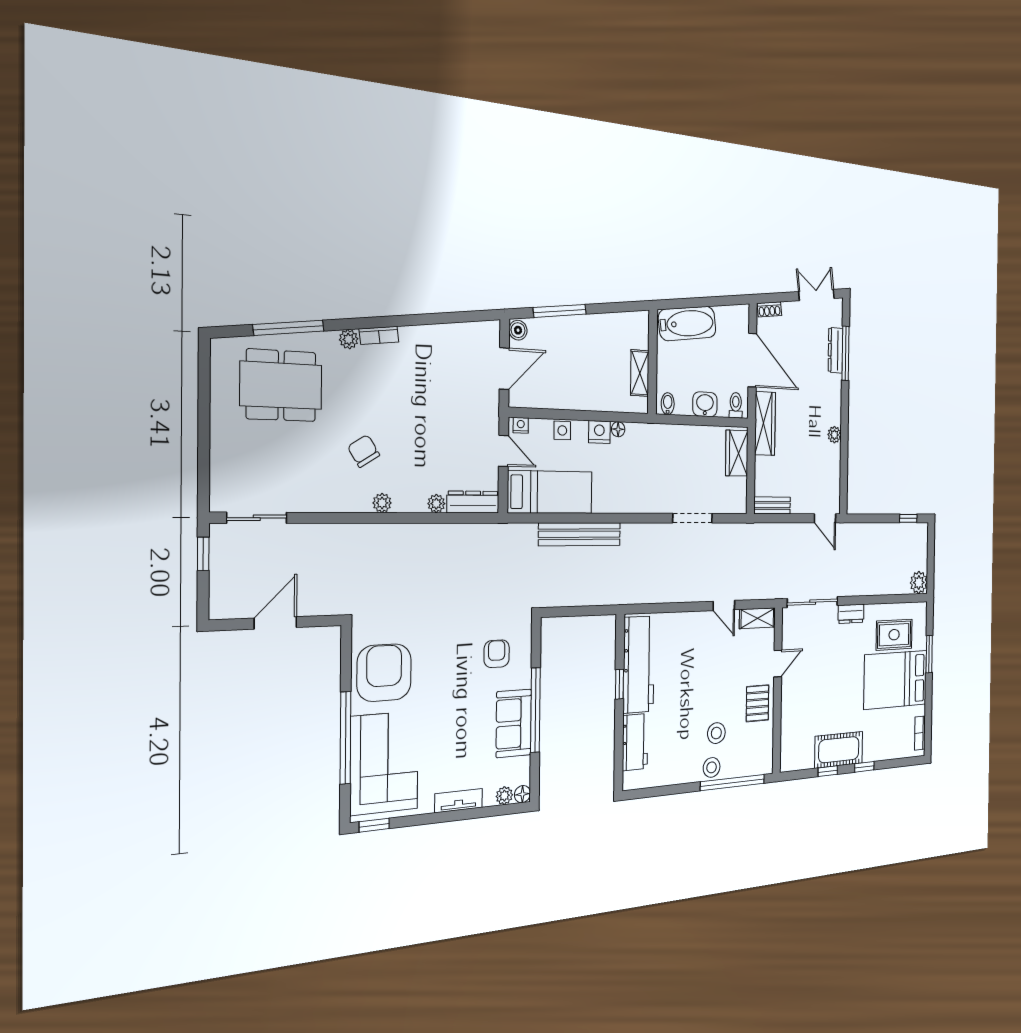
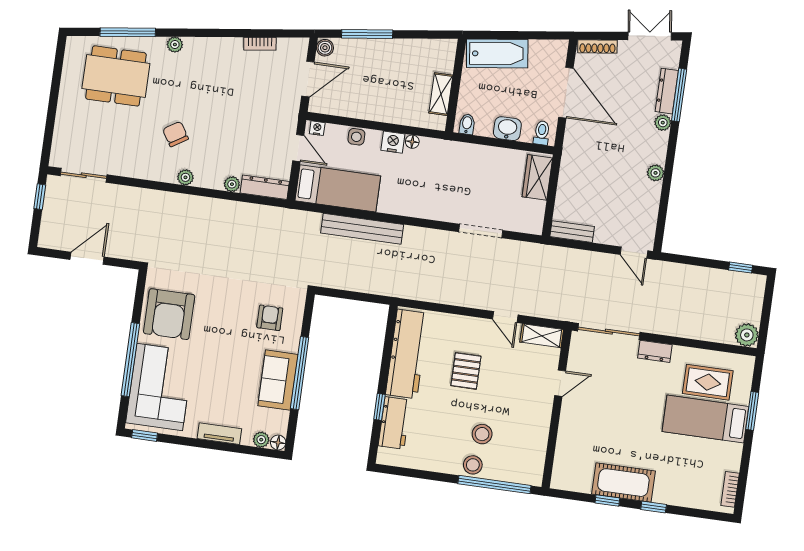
shoe rack: (769, 309) -> (597, 46), width x1.43
bookcase: (379, 335) -> (260, 44), moved
plant: (835, 383) -> (663, 123), added
wardrobe: (765, 423) -> (573, 153), removed
armchair: (384, 673) -> (169, 314), turned 180
bed: (895, 680) -> (705, 419), width x0.67
window: (619, 684) -> (379, 407), moved
pallet: (757, 703) -> (466, 371), moved

